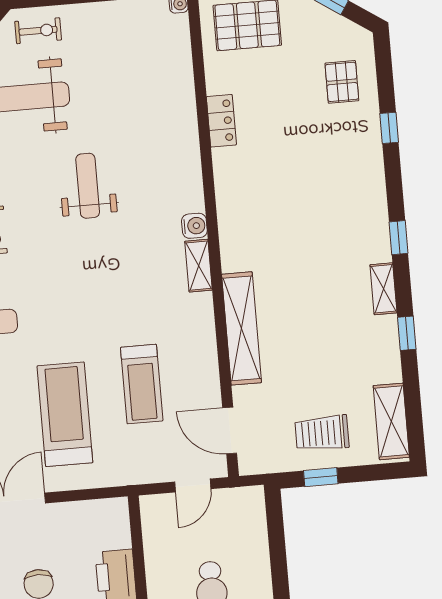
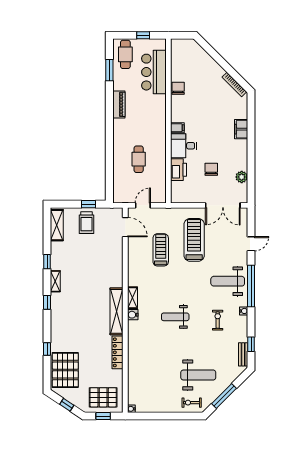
pallet: (342, 82) -> (65, 370), width x2.05, depth x2.00
locker: (221, 121) -> (118, 352), width x1.53
weight bench: (88, 186) -> (175, 317), moved, turned 90
shelving: (242, 328) -> (117, 311), moved
treadmill: (65, 414) -> (194, 240), turned 180
trolley: (322, 433) -> (86, 223), turned 90

